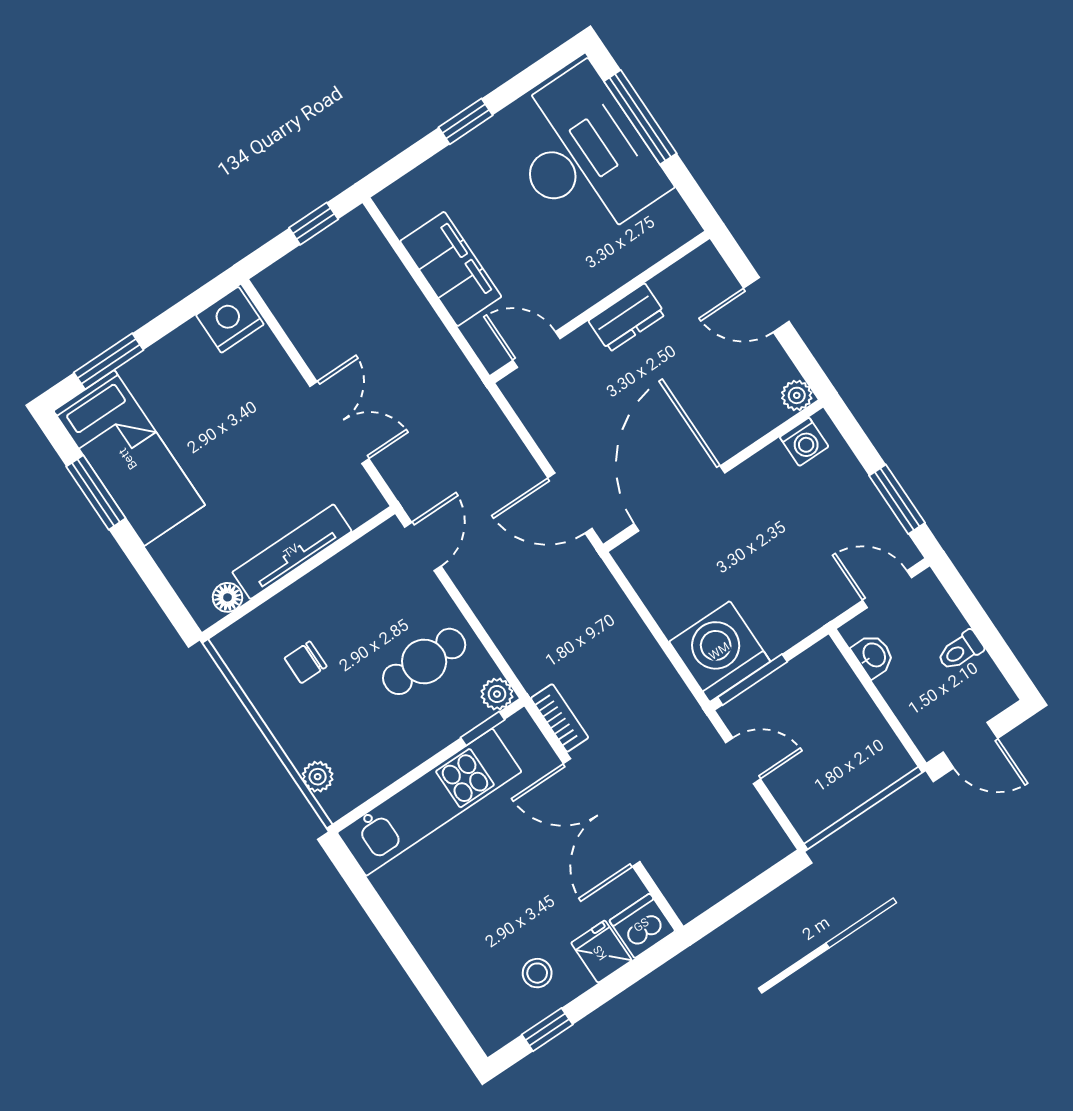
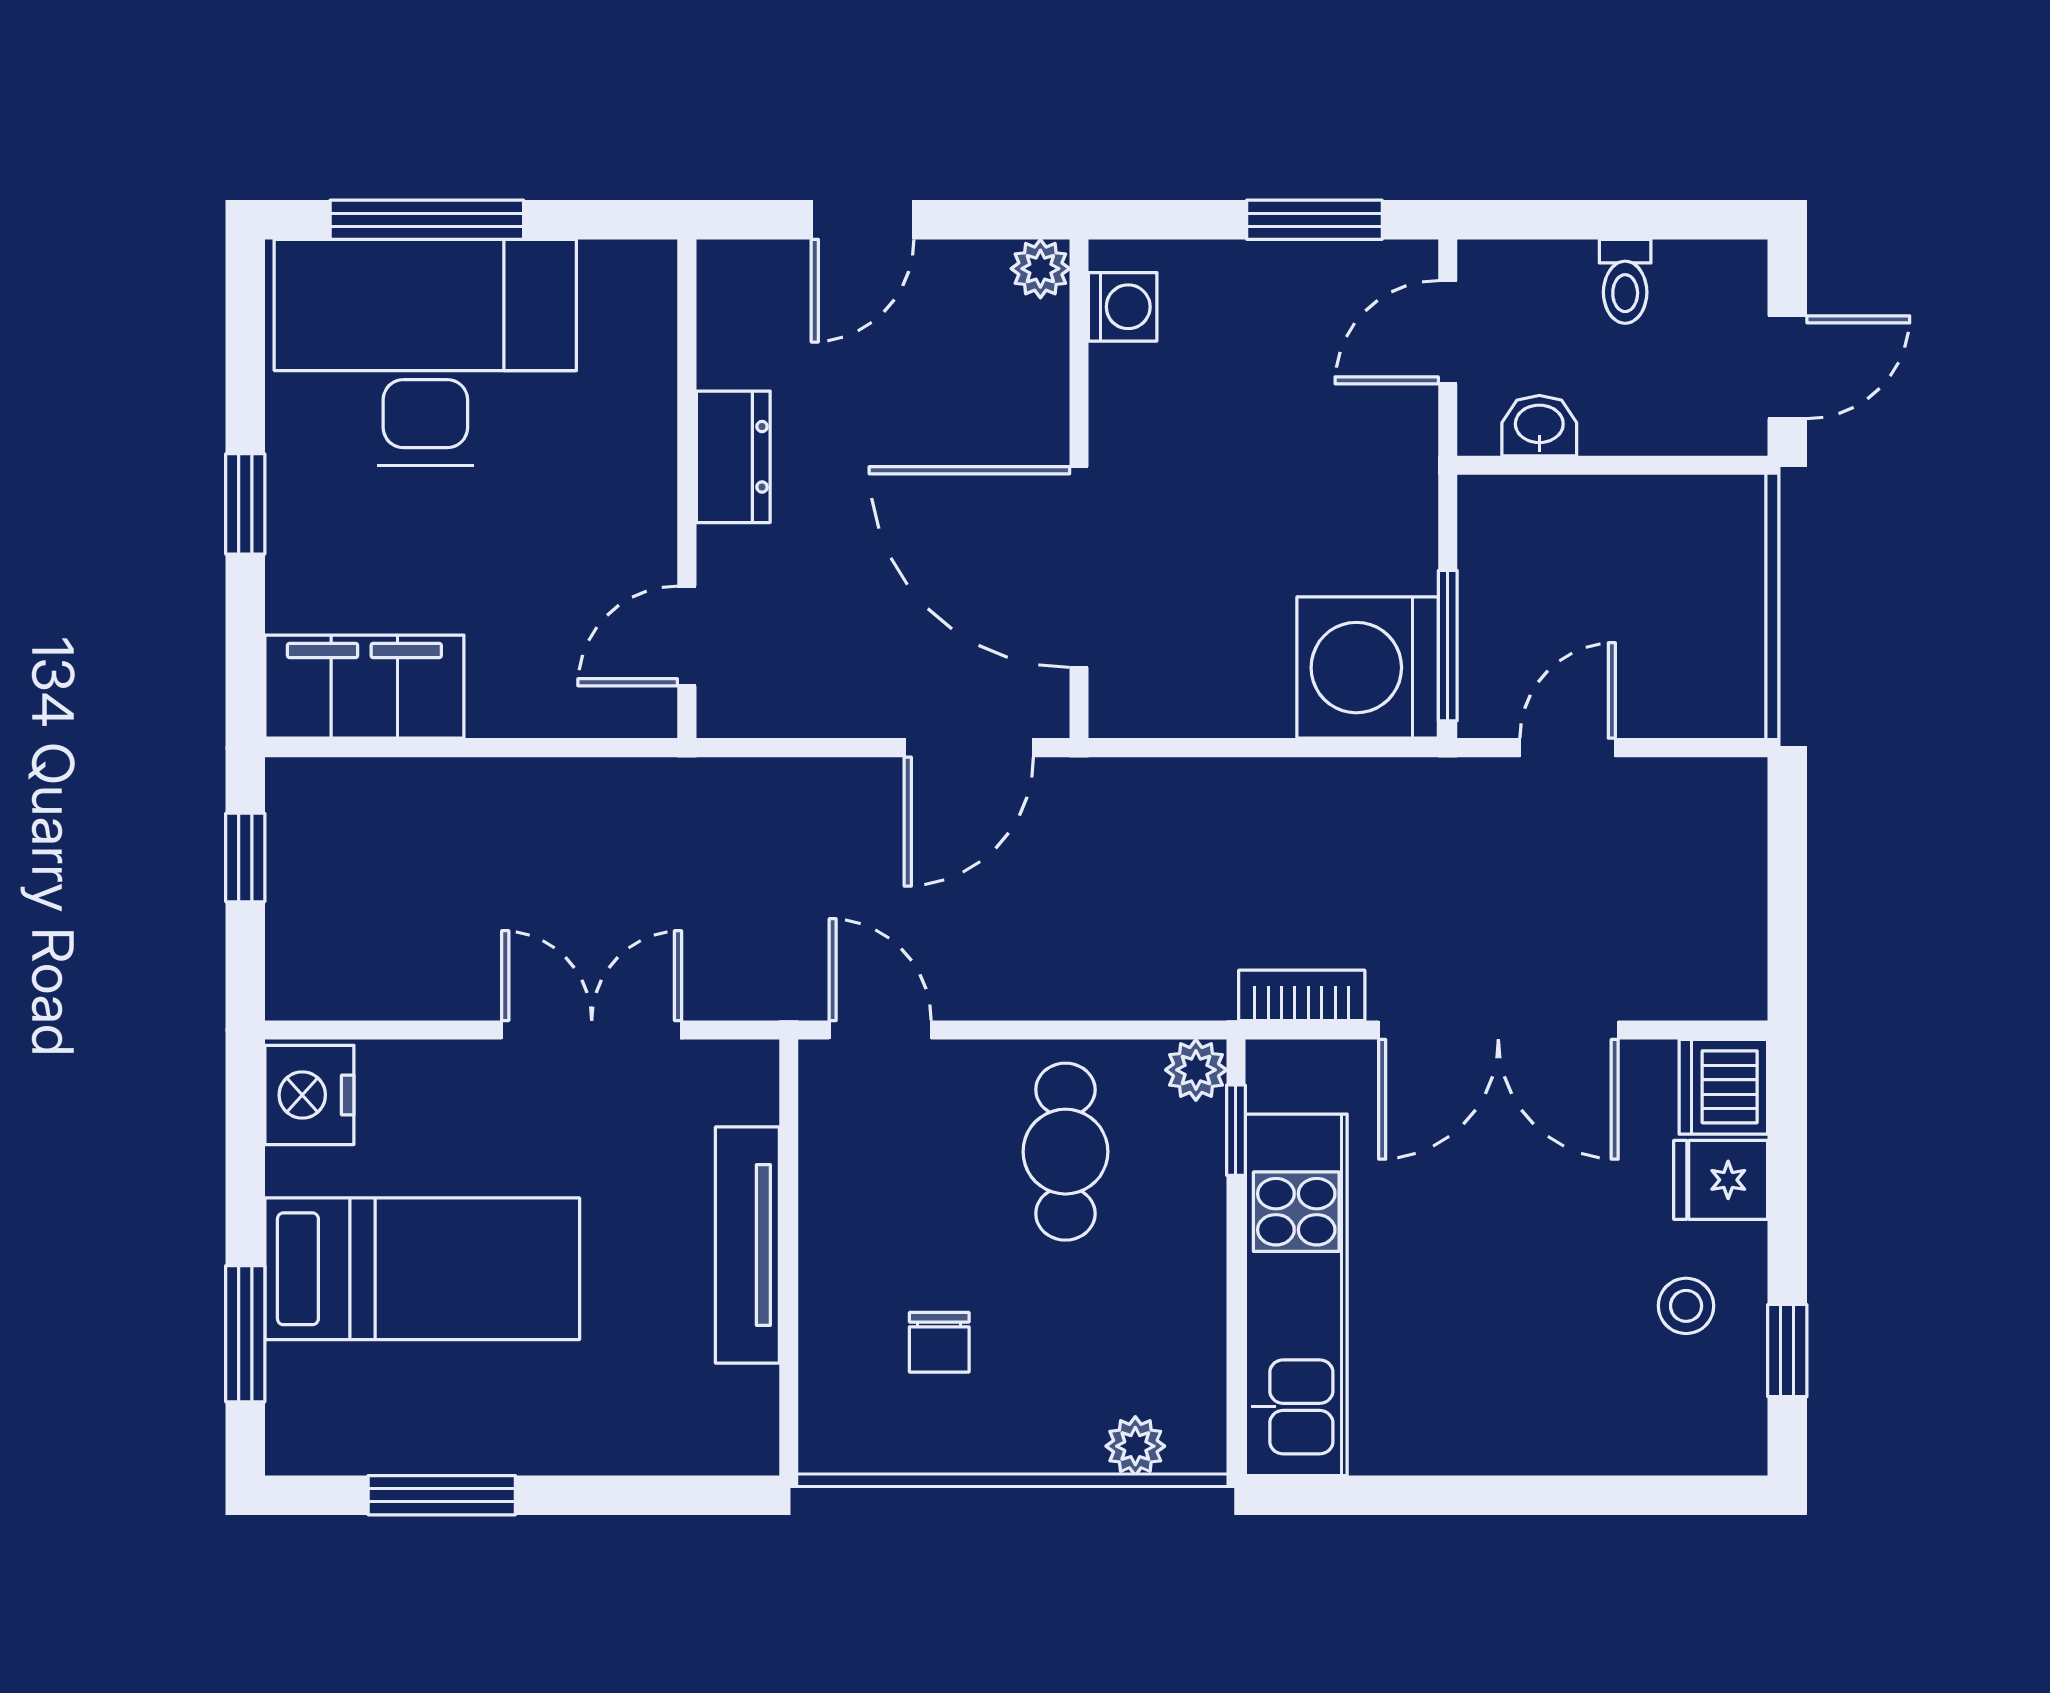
filing cabinet: (451, 269) -> (364, 687), moved
bed: (129, 458) -> (422, 1269), moved
floor lamp: (227, 597) -> (751, 1398), removed

